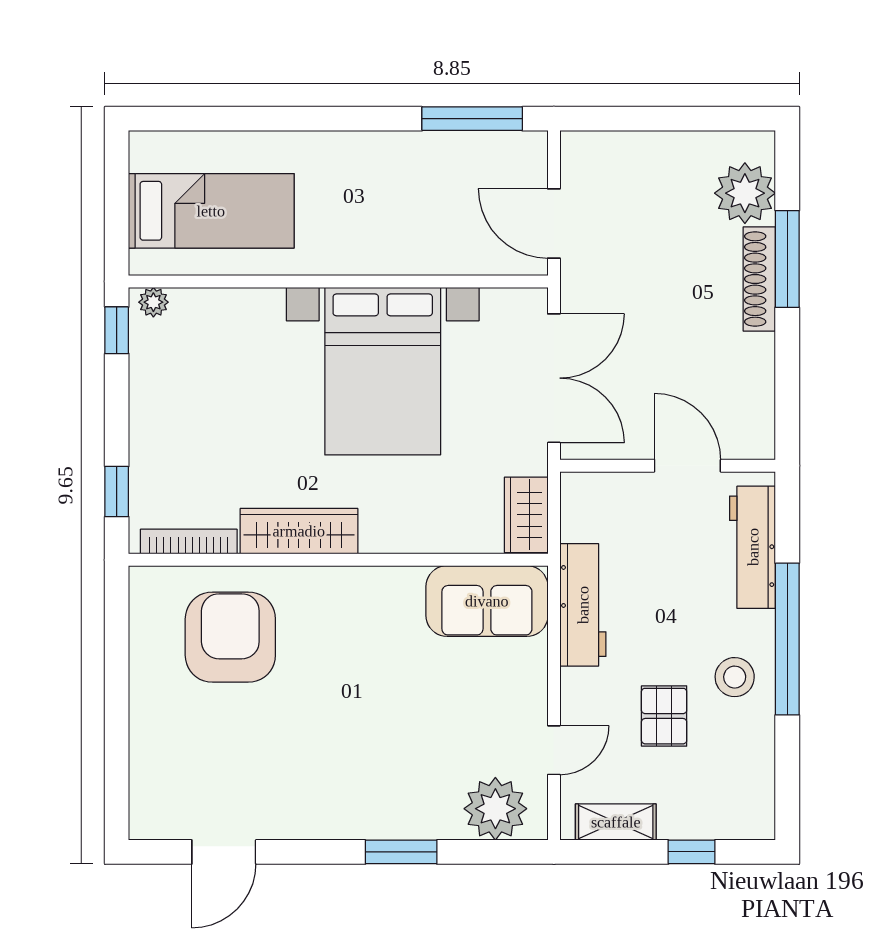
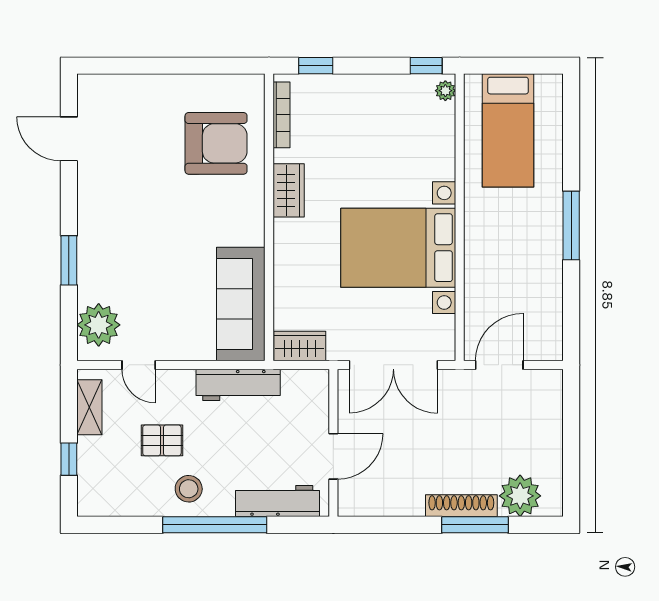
window: (472, 119) -> (571, 225), moved
wardrobe: (299, 531) -> (289, 190), width x0.67
sofa: (487, 601) -> (241, 304), width x1.36

